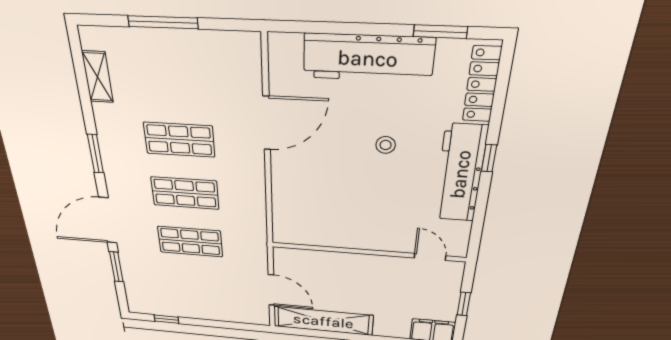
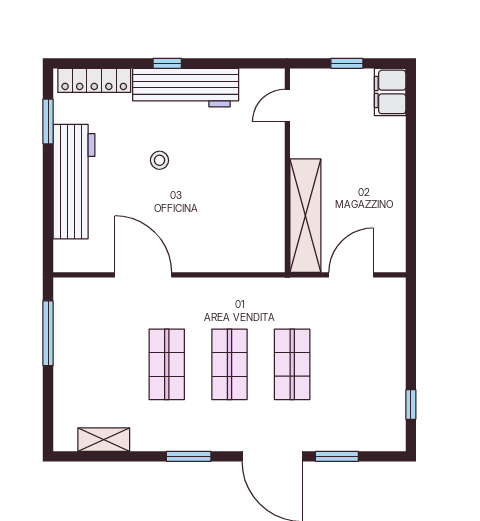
window: (163, 22) -> (48, 333), moved
shelving: (323, 321) -> (305, 216), moved

